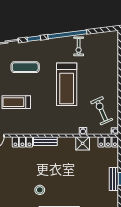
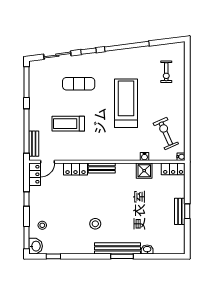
exercise bike: (79, 46) -> (166, 72), moved
treadmill: (67, 84) -> (126, 103), turned 180

